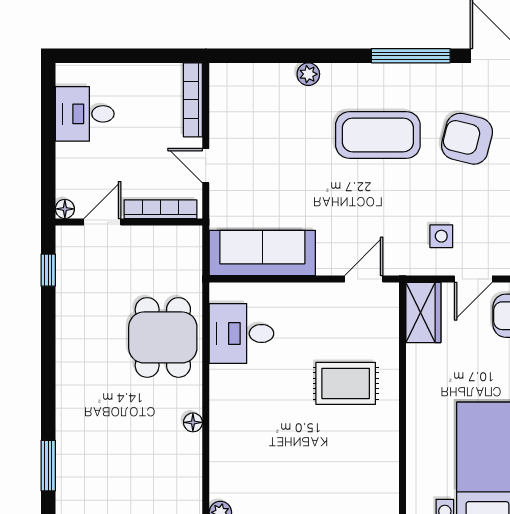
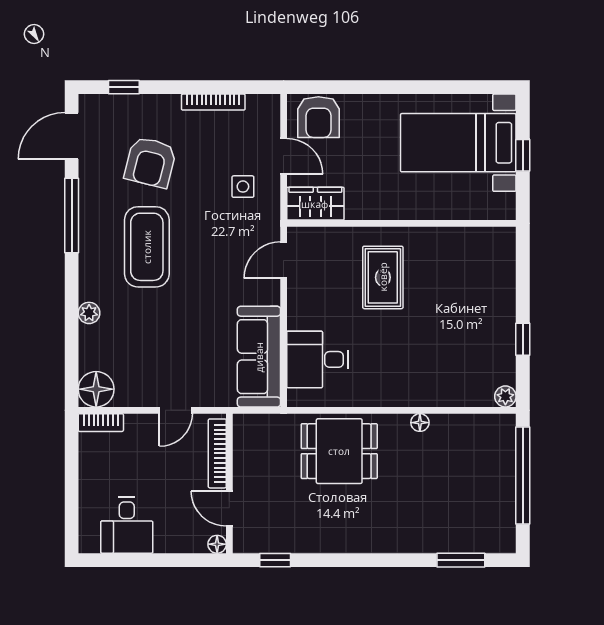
floor lamp: (228, 82) -> (96, 389), added
bookcase: (193, 100) -> (101, 423), width x0.64
door: (364, 279) -> (284, 260), hinge flipped
desk: (241, 333) -> (317, 359), moved, turned 90

